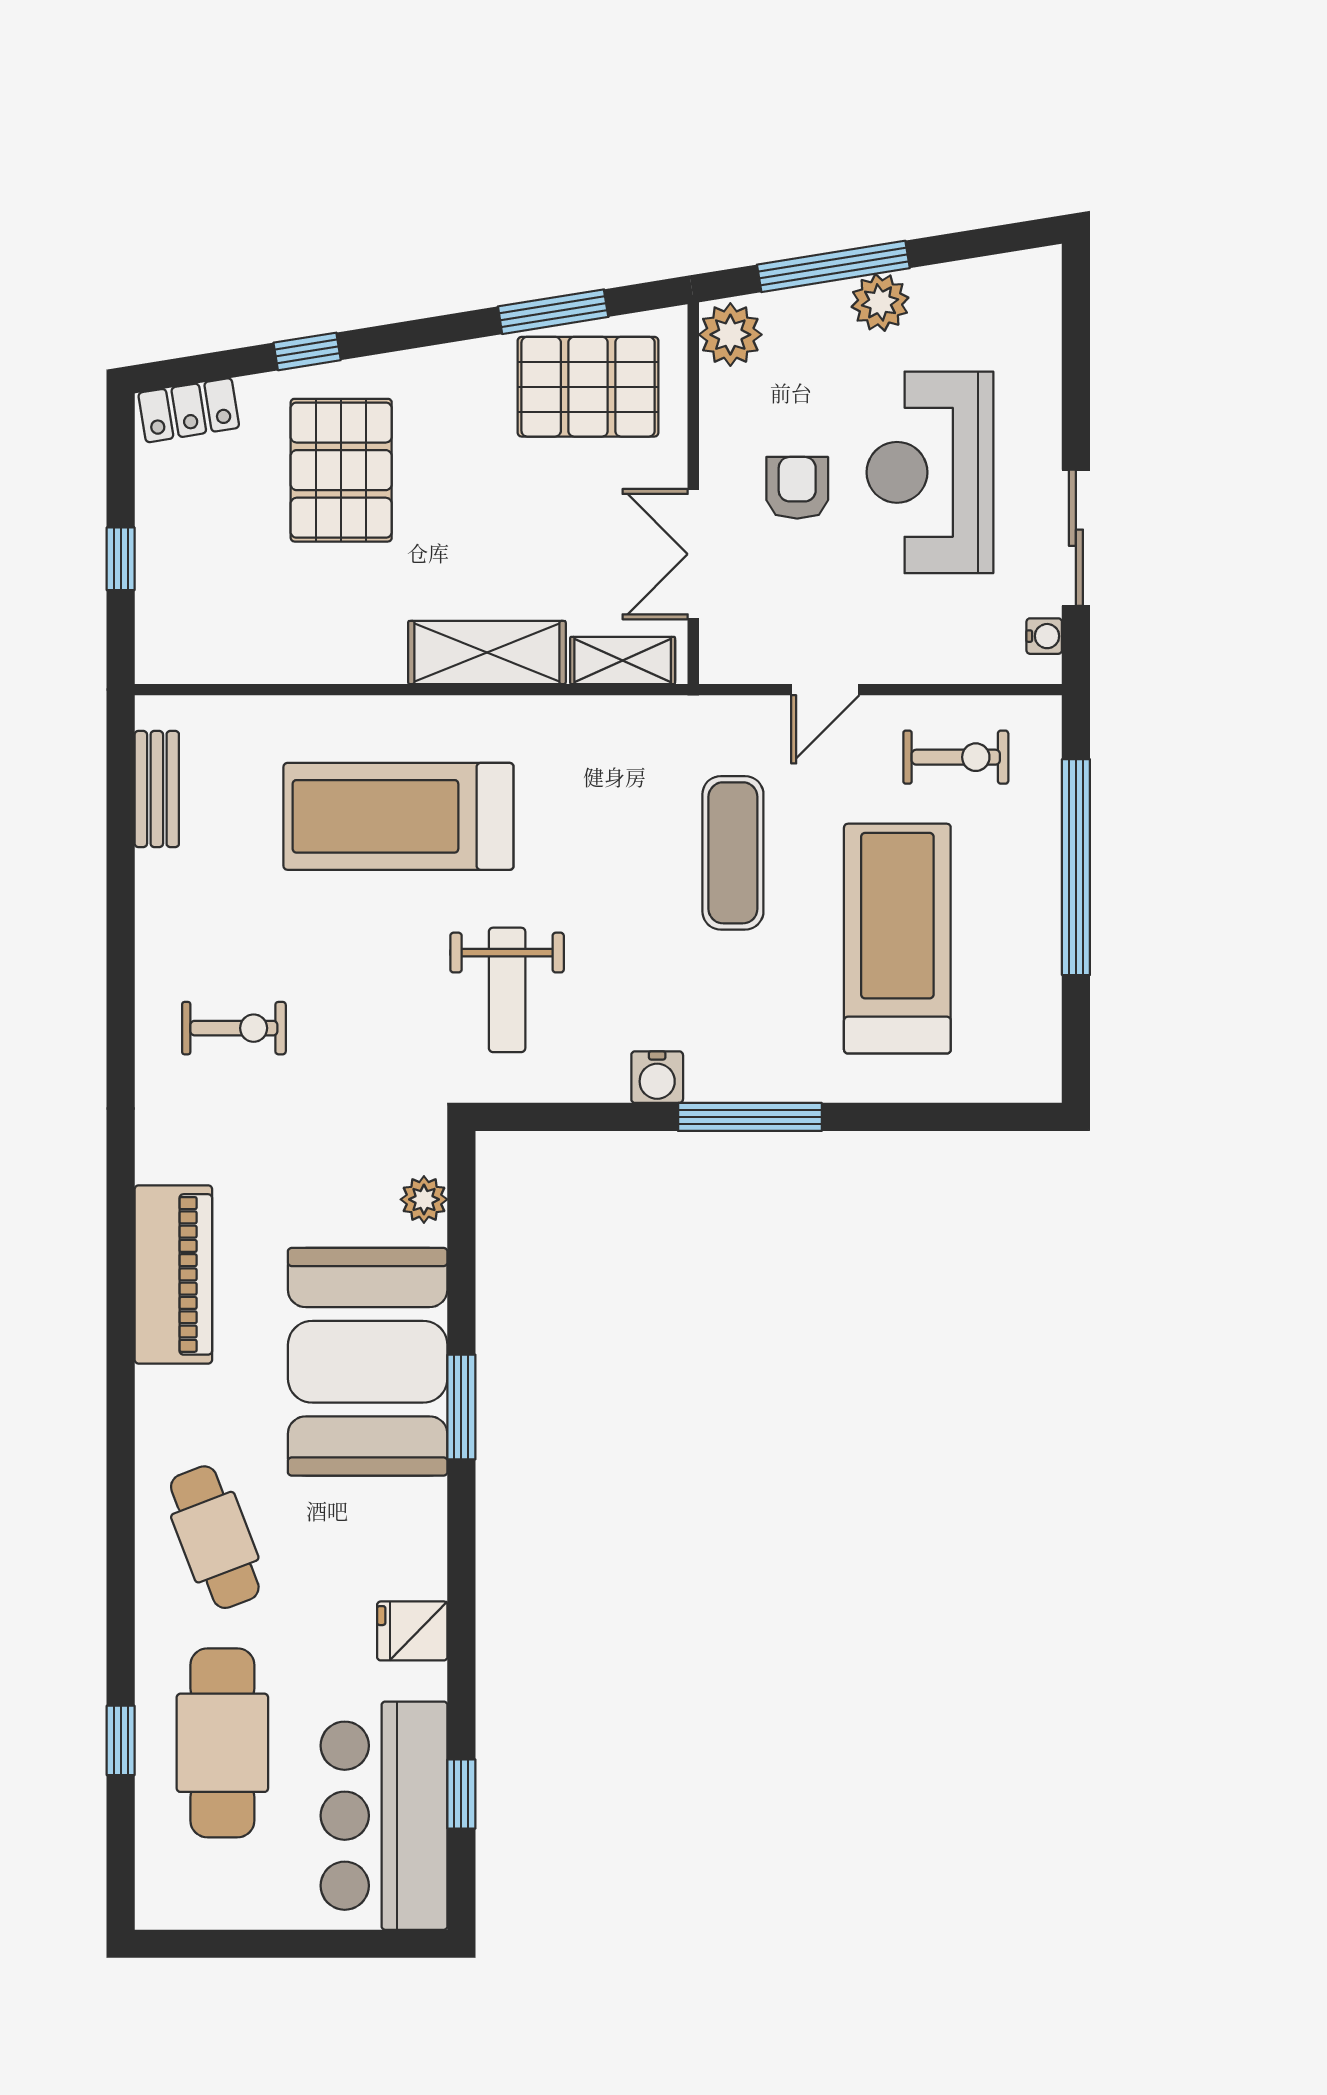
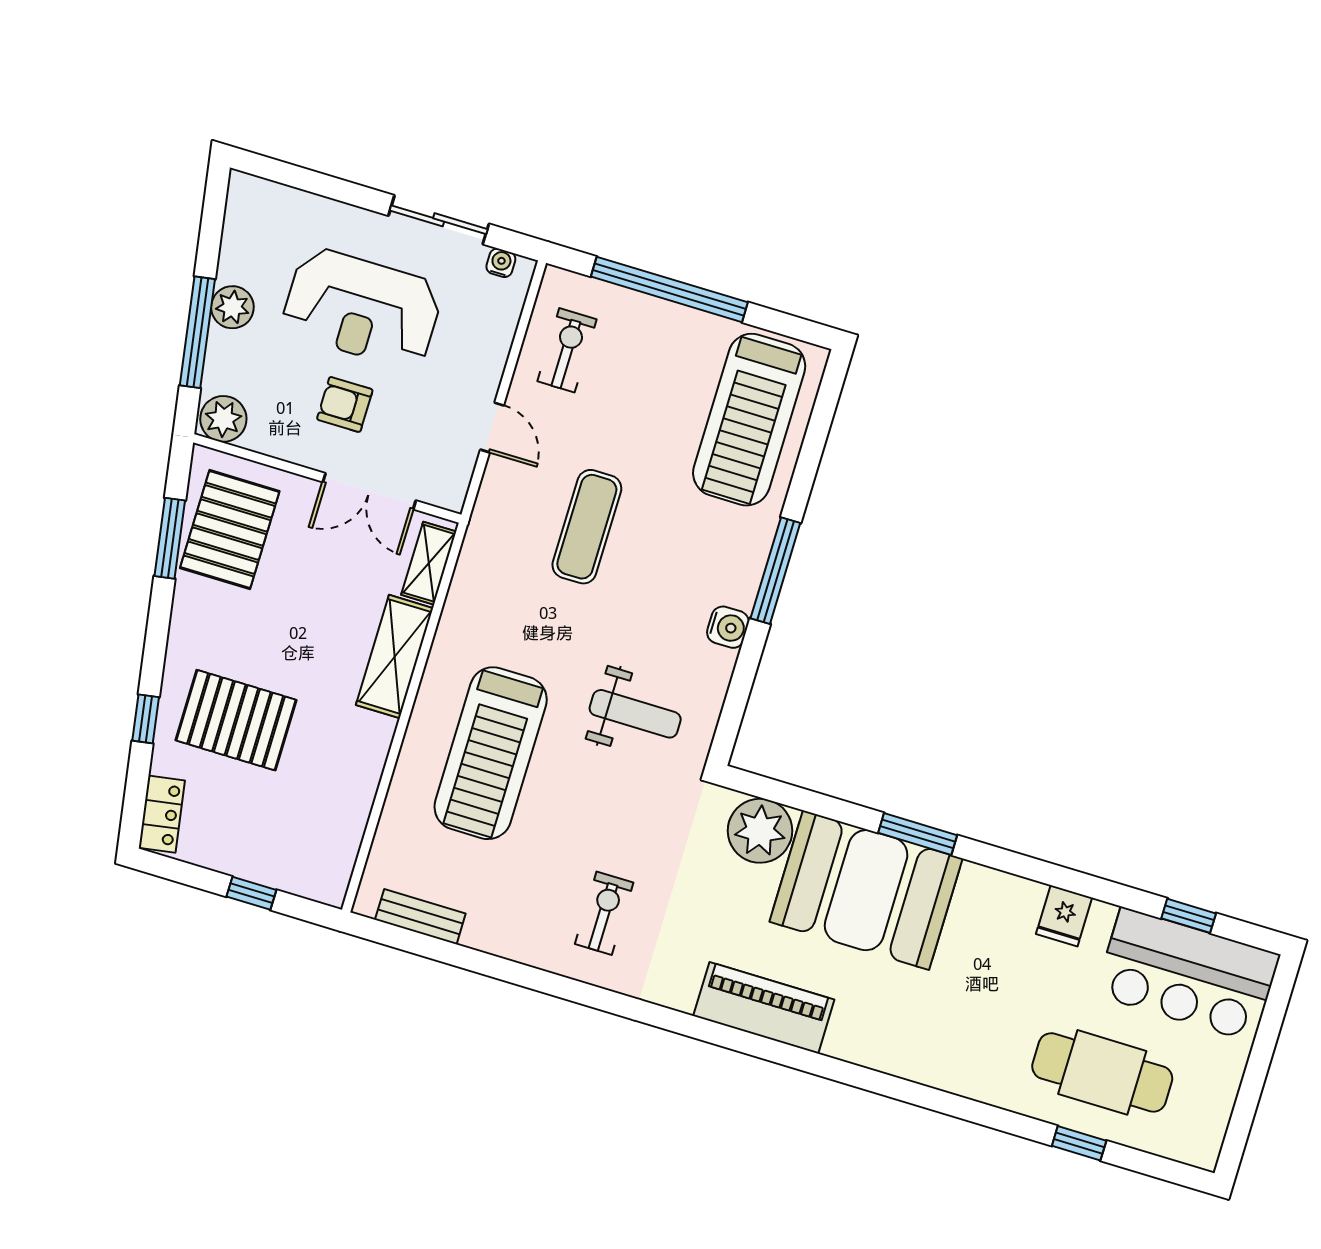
exercise mat: (733, 853) -> (587, 527), turned 90
treadmill: (897, 939) -> (749, 420), moved, turned -90
plant: (424, 1199) -> (760, 831), width x1.87, depth x1.87
cafe table: (215, 1537) -> (957, 1034), removed

